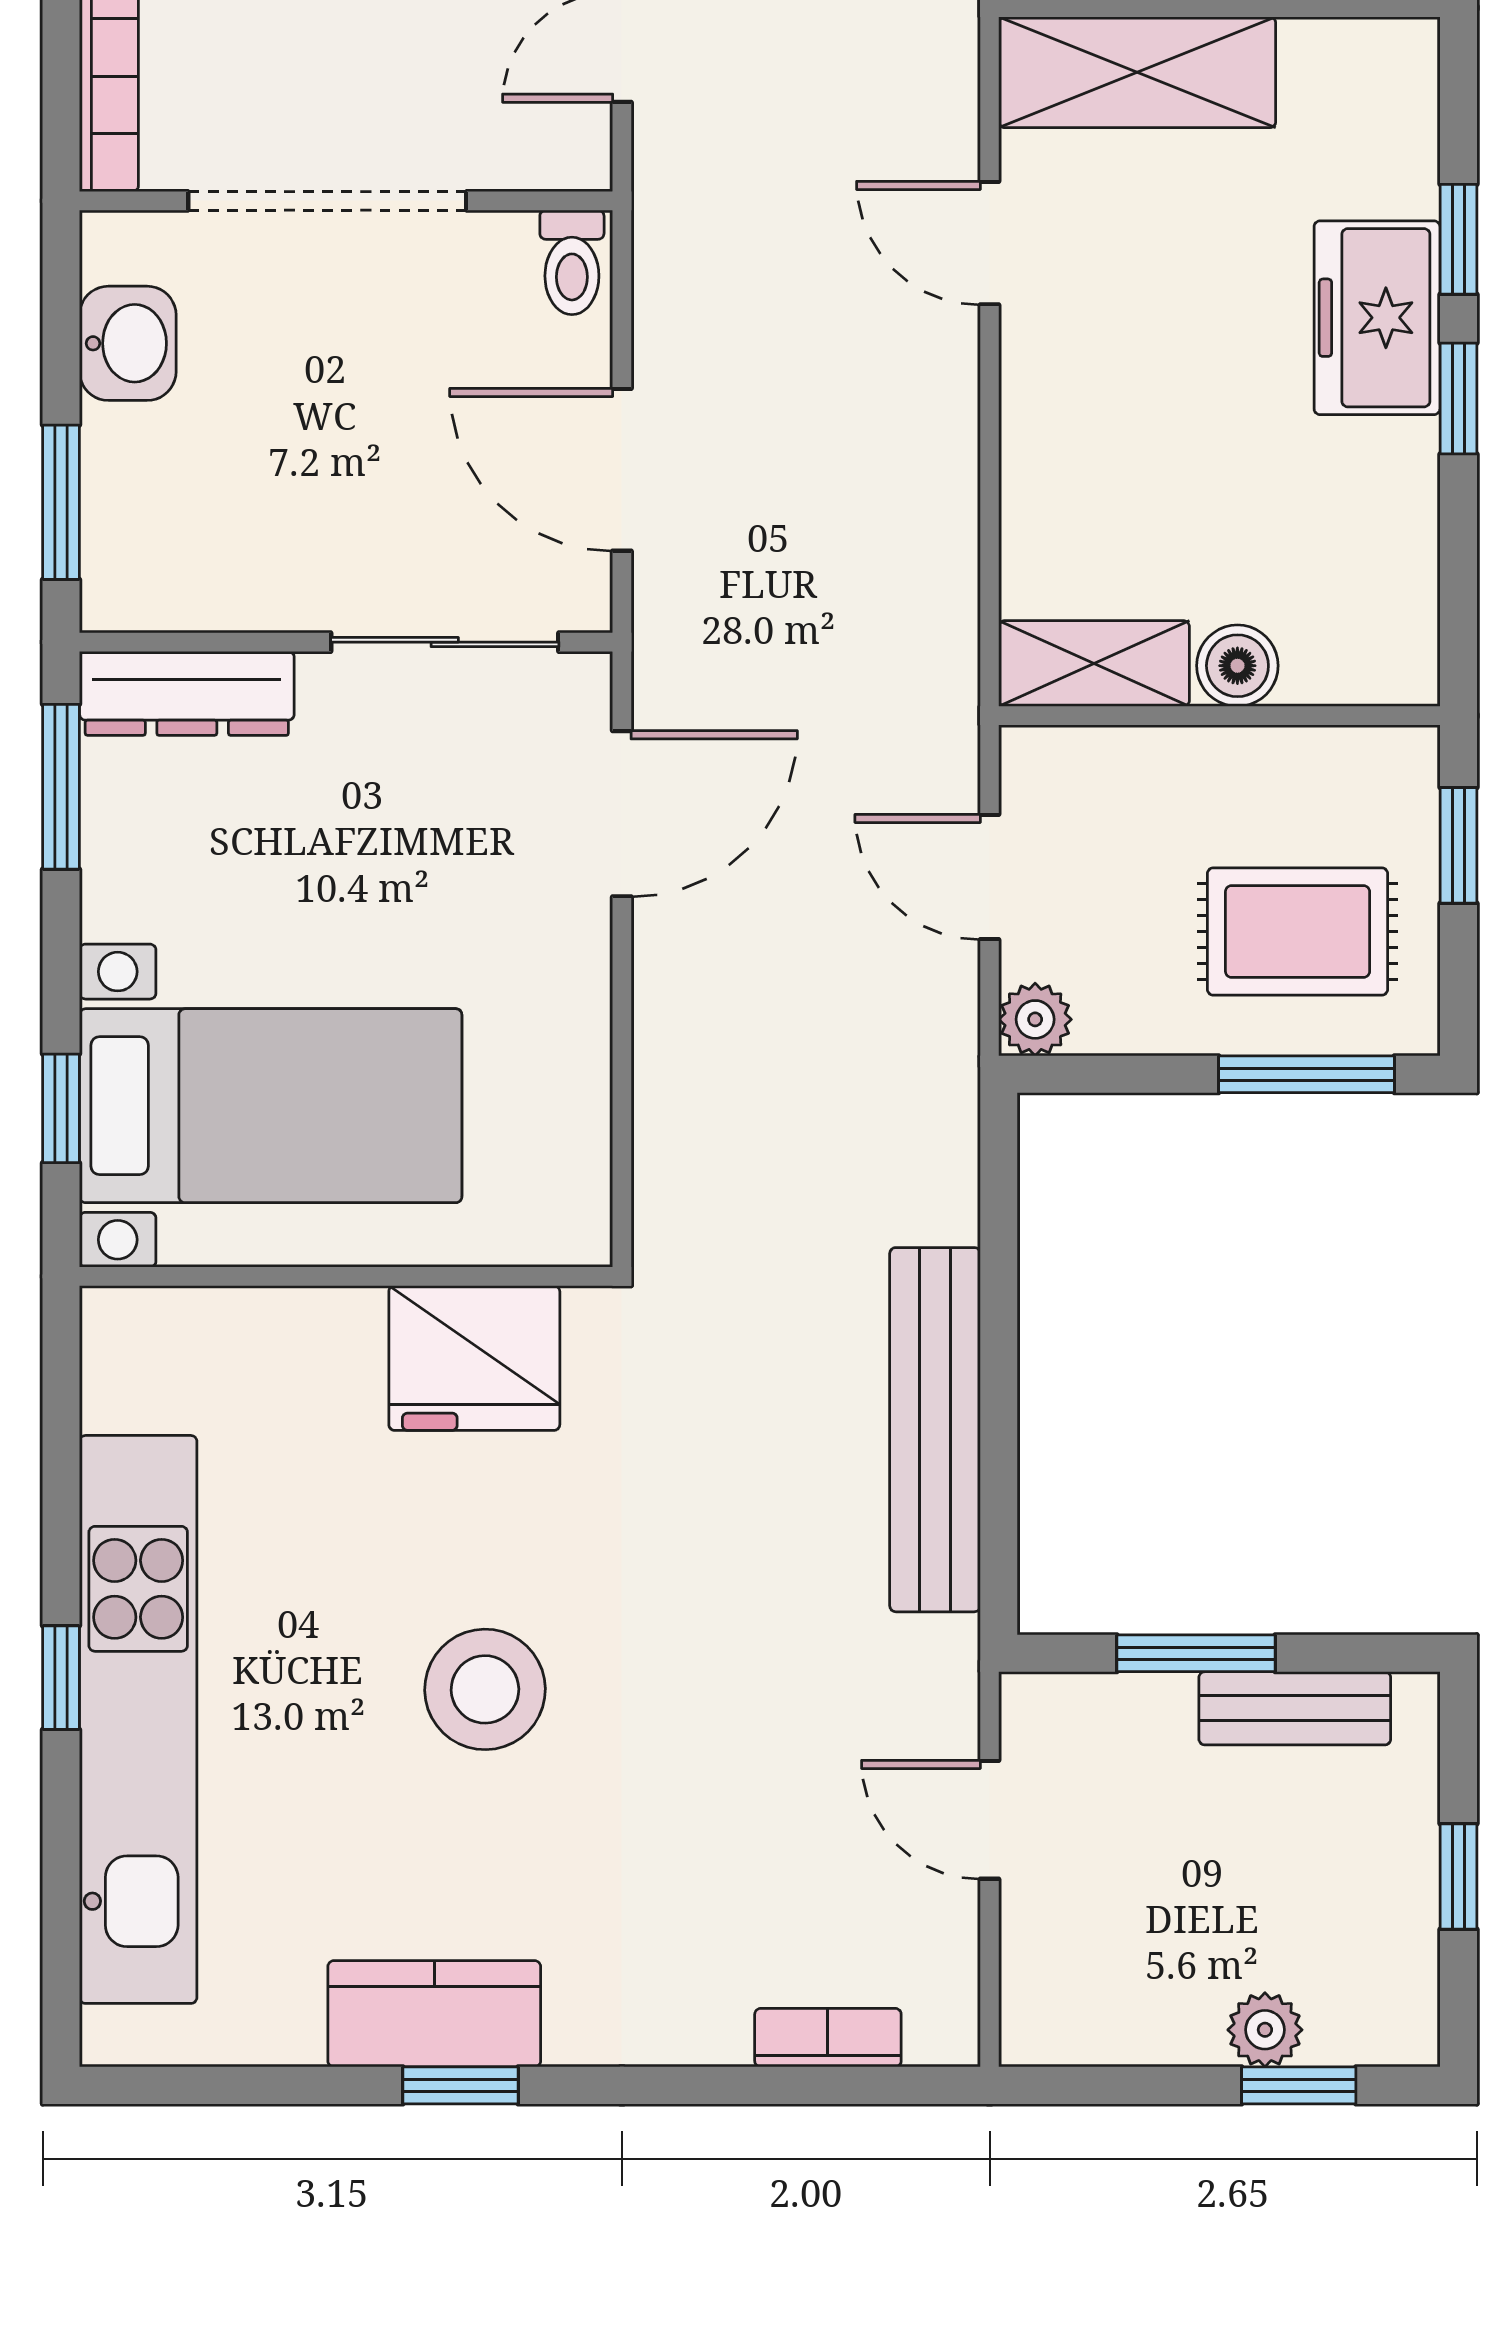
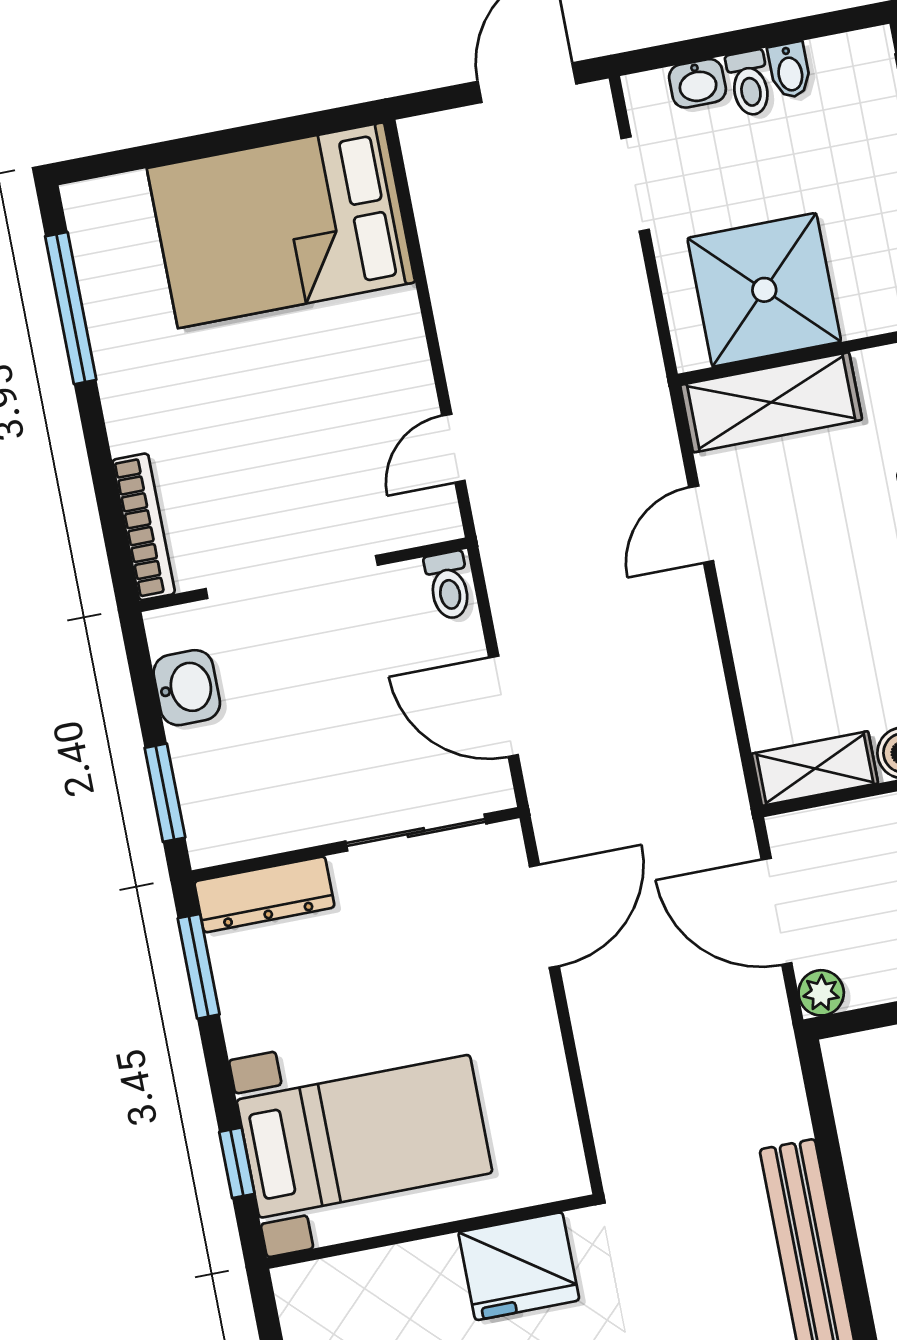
door: (990, 243) -> (701, 524), hinge flipped
door: (990, 877) -> (776, 911), width x1.38

